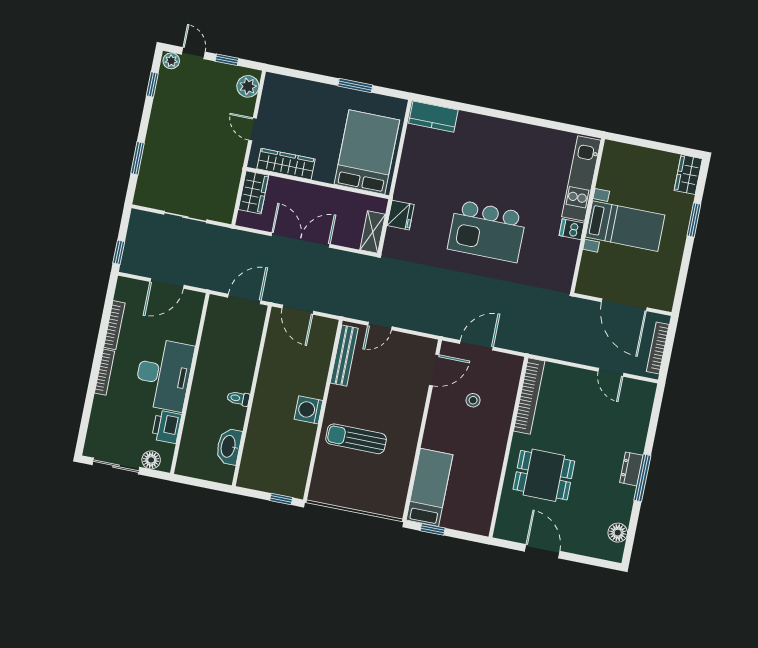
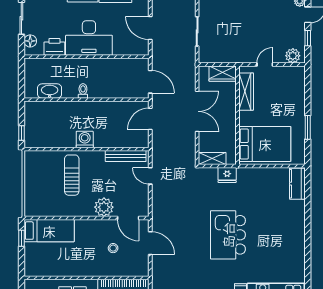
plant: (411, 402) -> (104, 207), added

